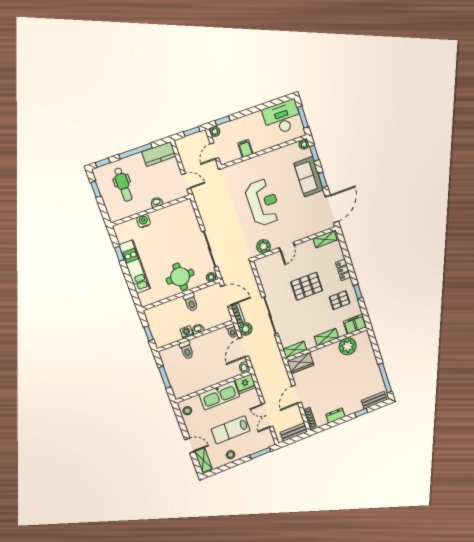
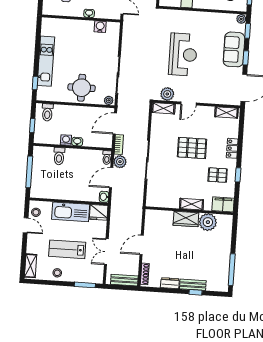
water cooler: (144, 221) -> (100, 27), moved
window: (119, 254) -> (35, 83), moved
door: (226, 296) -> (115, 123), swing flipped
toilet: (191, 302) -> (47, 112), moved
shelving: (295, 350) -> (163, 108), moved
wardrobe: (300, 363) -> (186, 219), moved
window: (165, 377) -> (29, 172), width x1.44
bench: (374, 400) -> (193, 285), moved
door: (190, 446) -> (26, 225), moved

